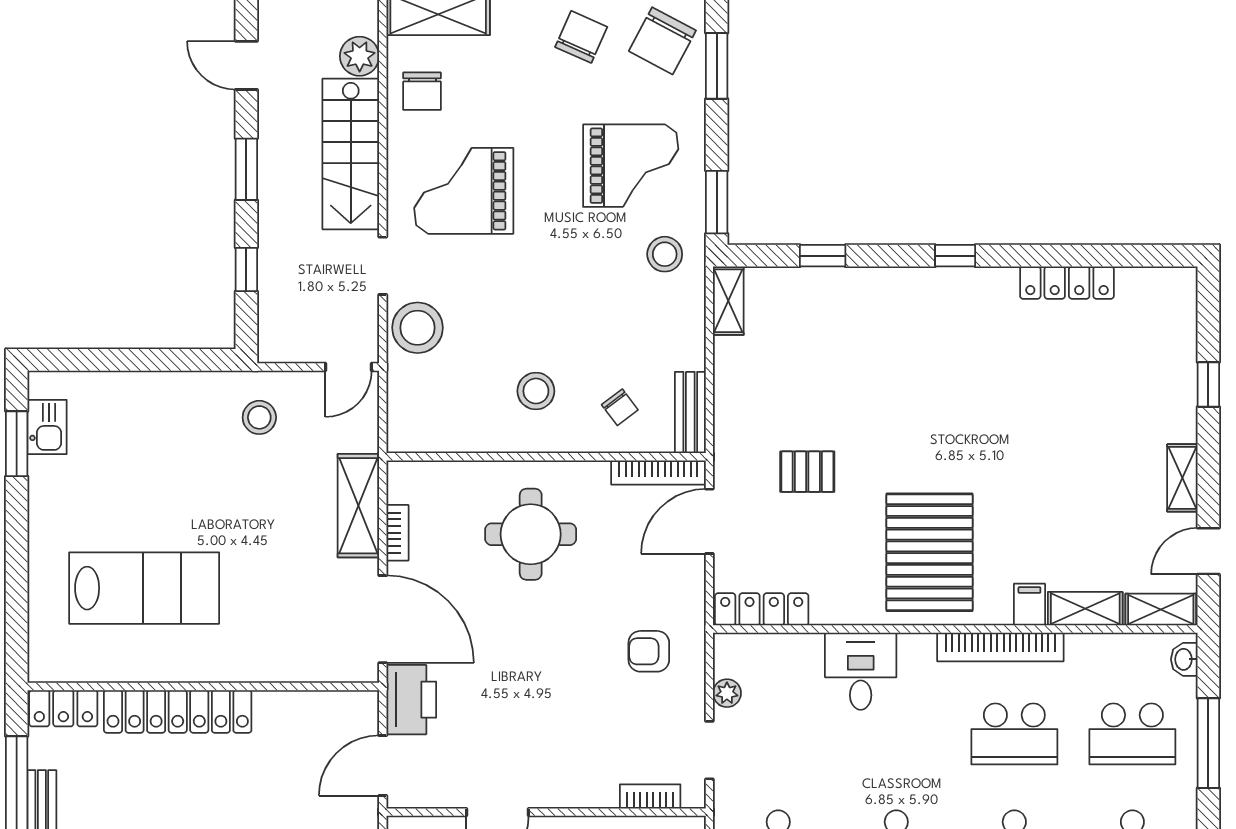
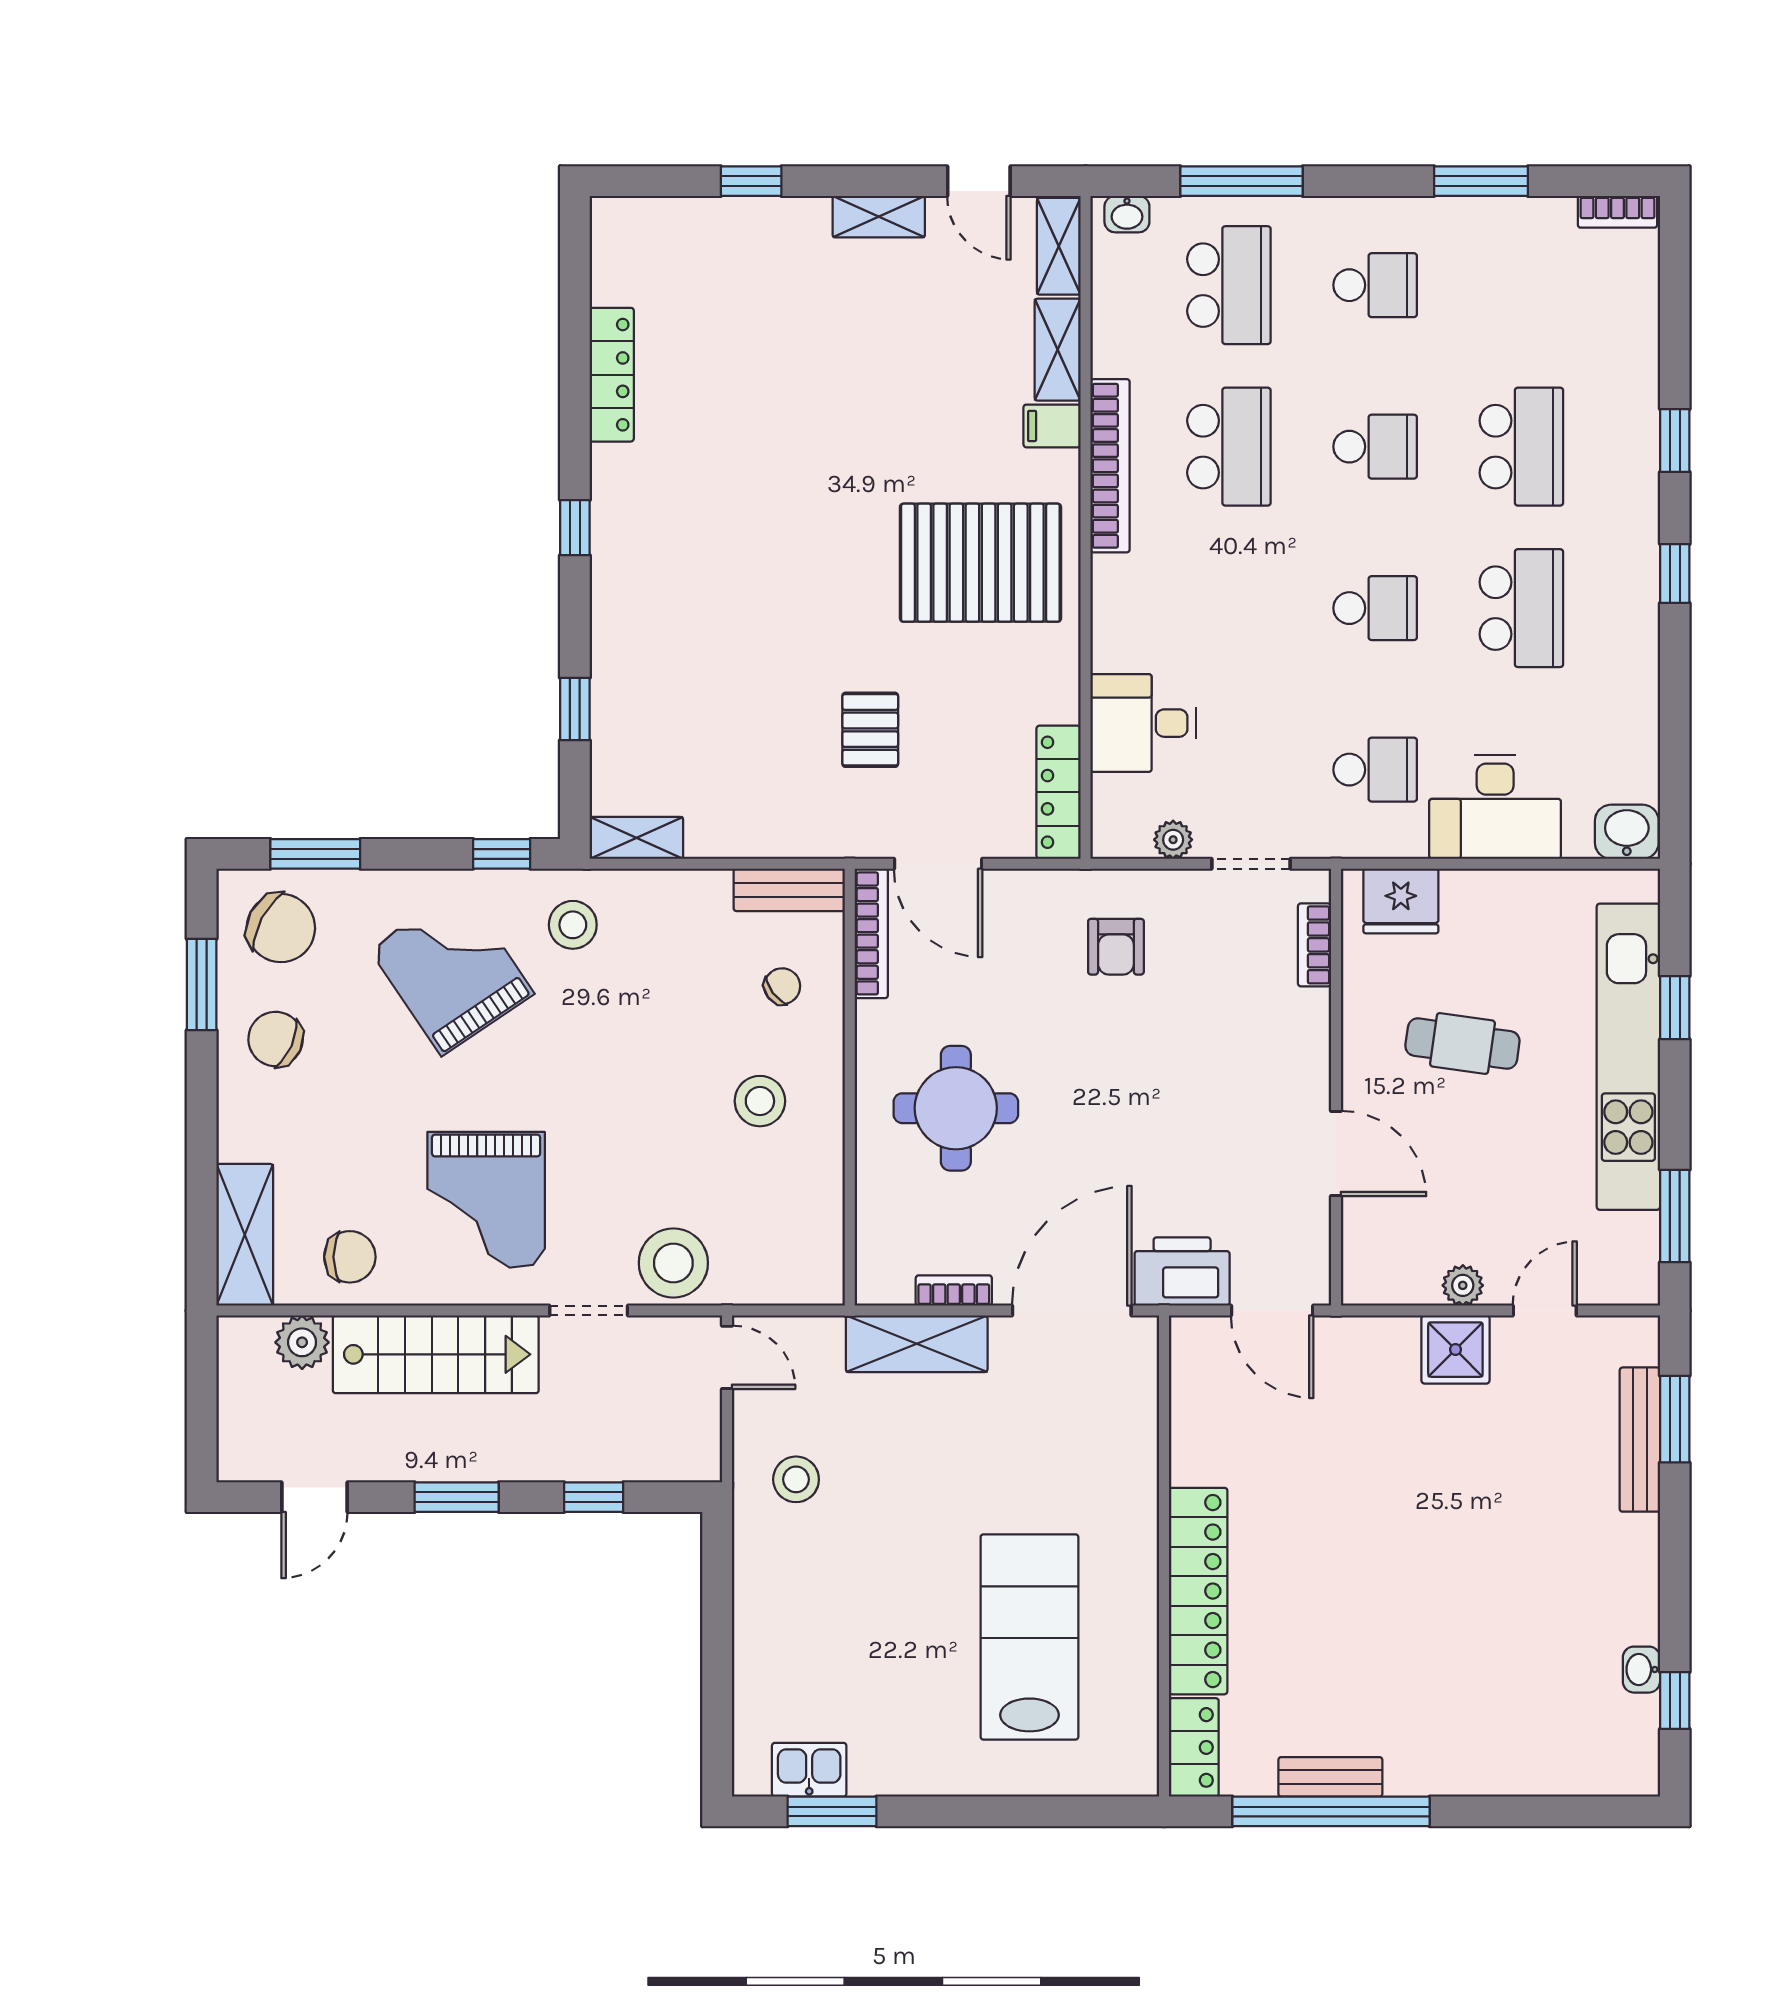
grand piano: (631, 166) -> (452, 971), turned -34
window: (717, 202) -> (502, 854), width x0.67
desk: (861, 671) -> (1143, 723), moved

